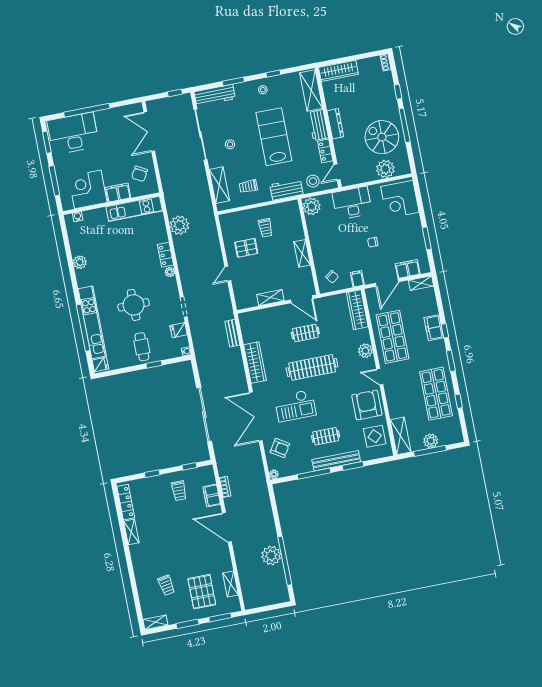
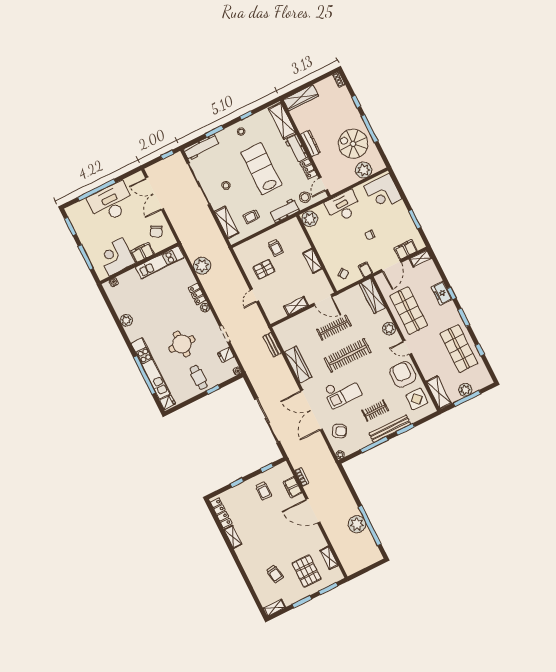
desk: (73, 133) -> (111, 202), moved
clothes rail: (305, 333) -> (334, 328), width x1.36

